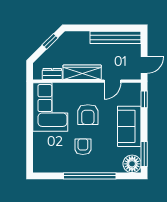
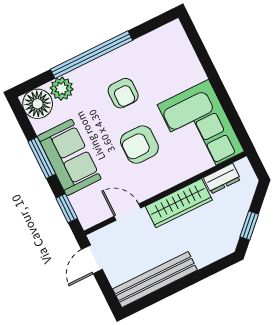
door: (112, 81) -> (127, 212), hinge flipped
armchair: (88, 115) -> (139, 145), turned -90
window: (144, 154) -> (42, 158), moved
plant: (115, 166) -> (62, 89), added

